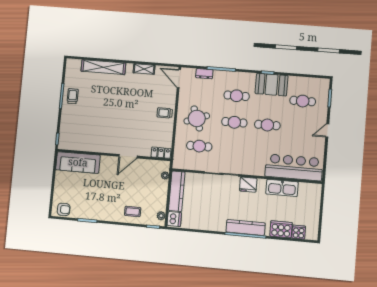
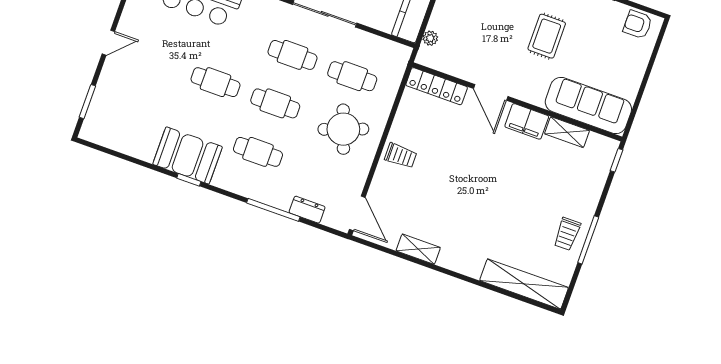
shelving: (103, 67) -> (524, 284), moved
cafe table: (303, 101) -> (292, 55), moved
shelving: (85, 146) -> (567, 132), added
filing cabinet: (106, 146) -> (527, 121), added
locker: (161, 153) -> (437, 86), width x1.53
door: (128, 156) -> (491, 92), swing flipped
rug: (107, 192) -> (547, 36), added

